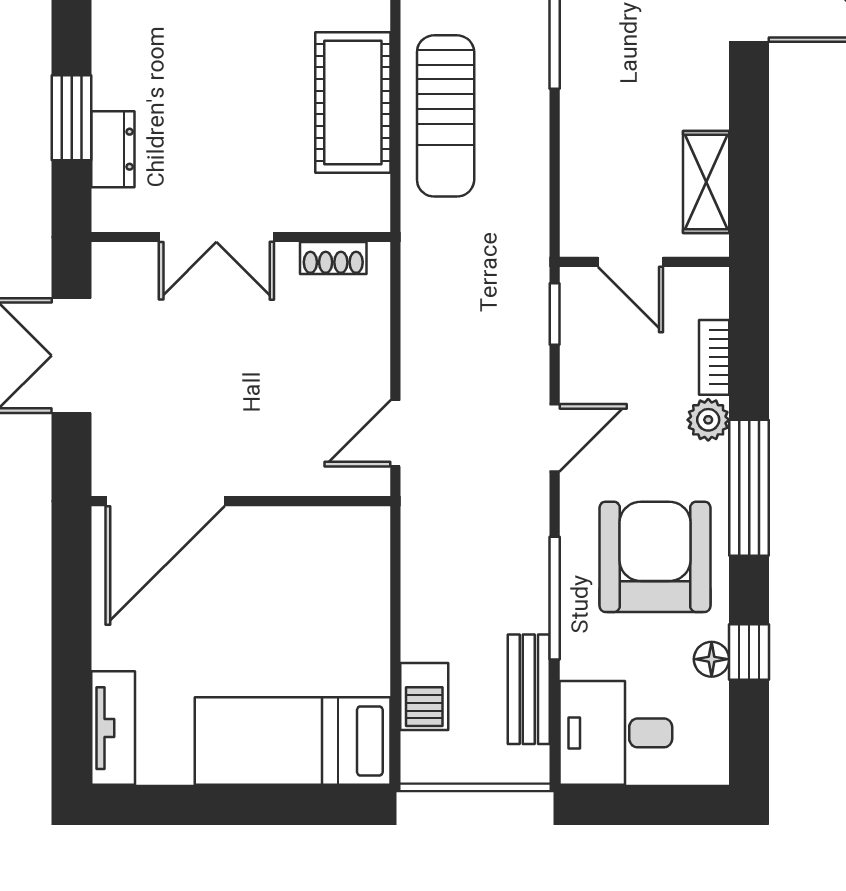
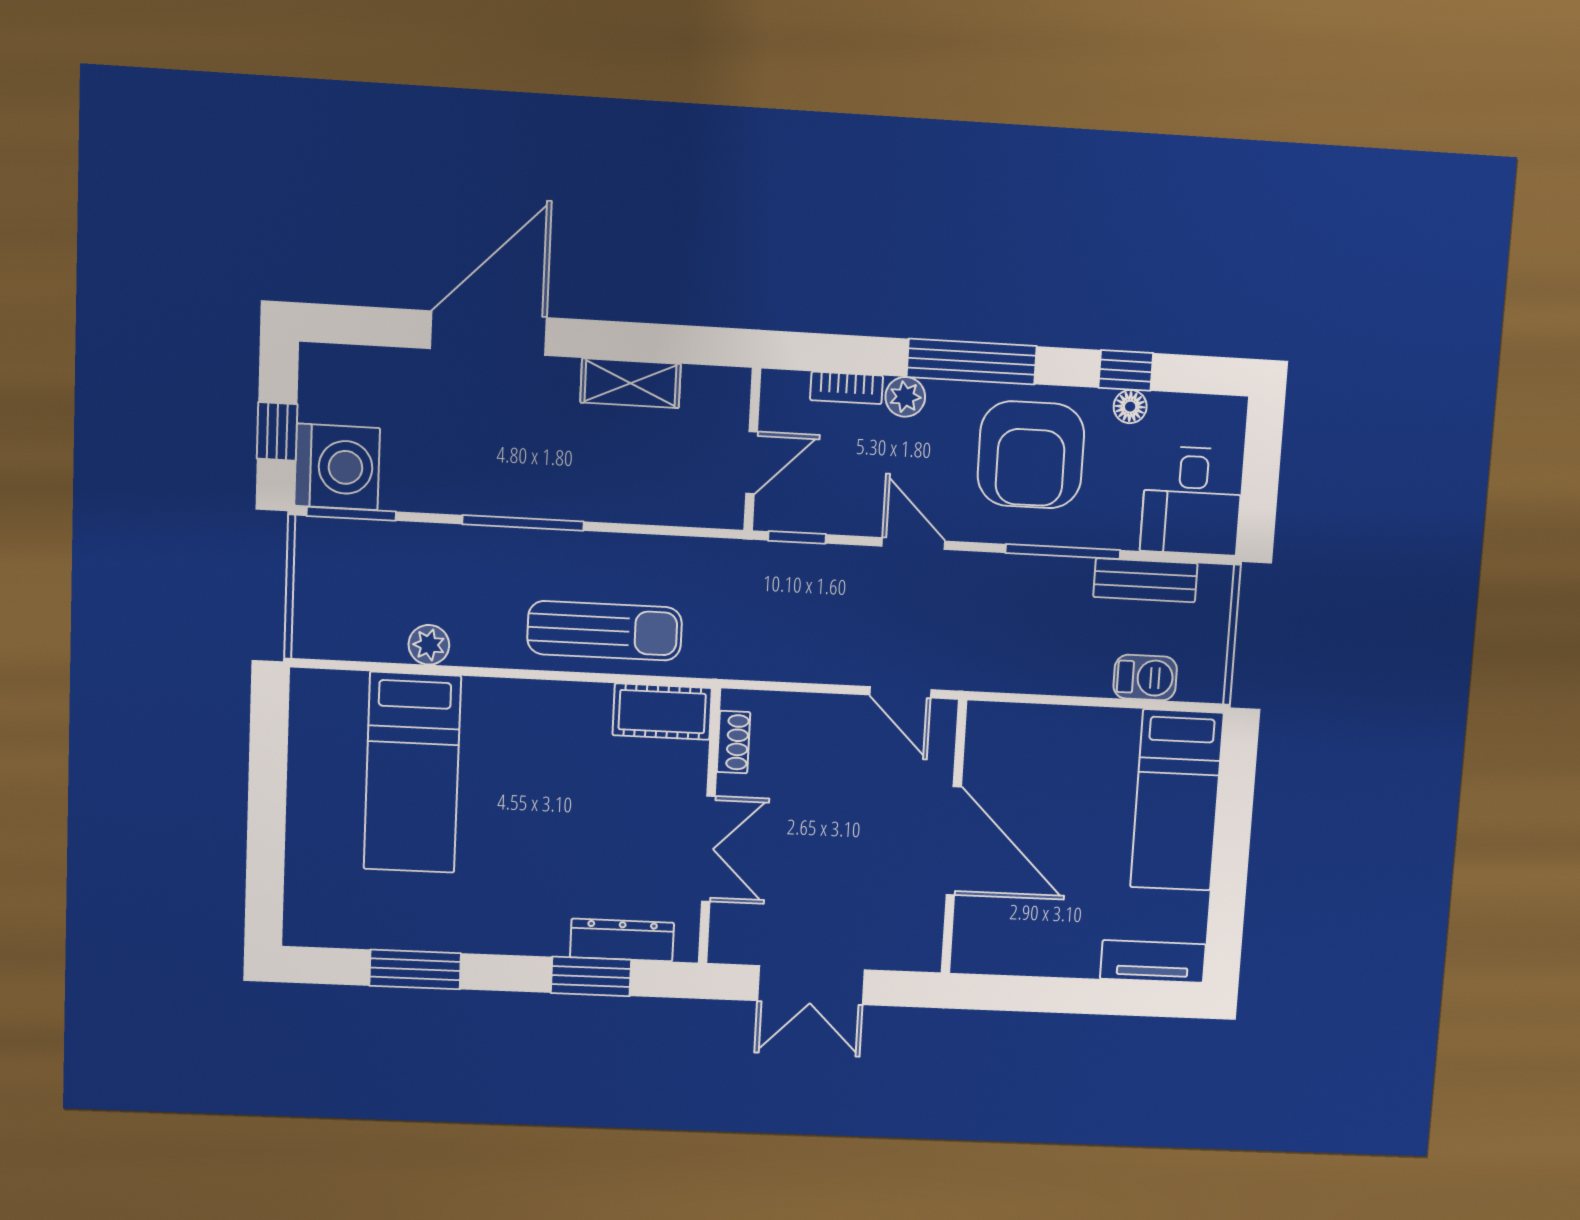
cot: (353, 103) -> (662, 712), moved, width x0.73, depth x0.75
dresser: (113, 149) -> (622, 940), width x1.44
shelving: (706, 182) -> (631, 383), moved
door: (165, 501) -> (954, 841), moved
armchair: (655, 557) -> (1031, 455), turned -90

